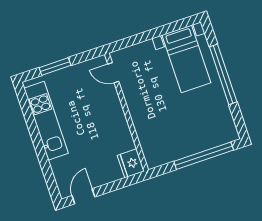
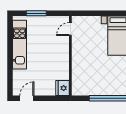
door: (113, 73) -> (70, 29), hinge flipped

